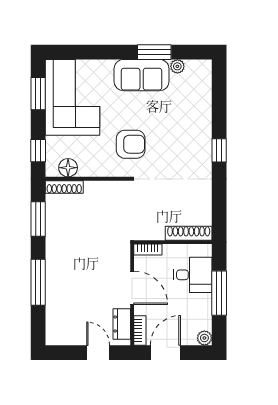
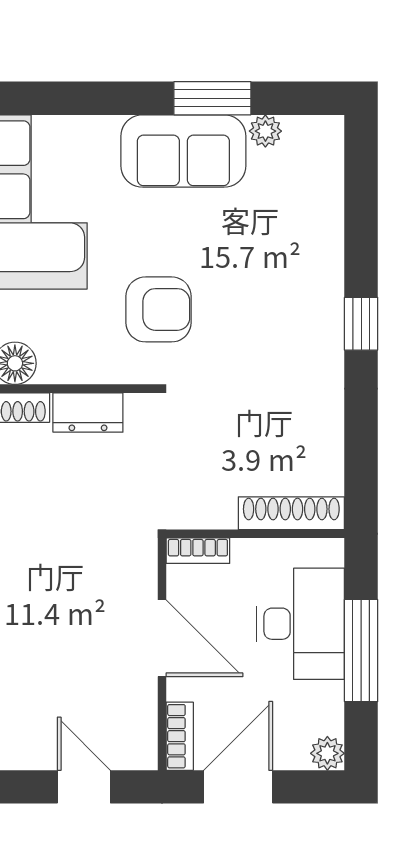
desk: (193, 275) -> (301, 624), width x1.37
dresser: (122, 324) -> (88, 412), moved, turned -90

